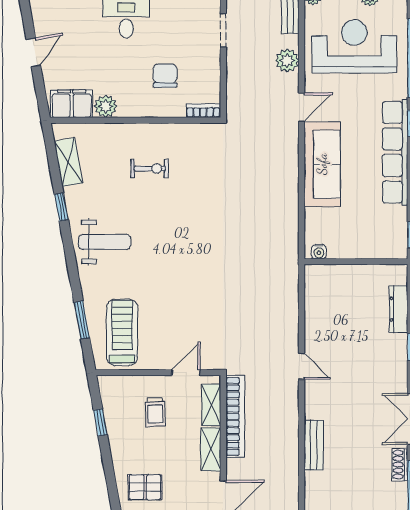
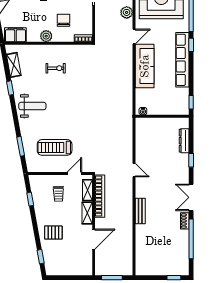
plant: (106, 106) -> (46, 36), moved
treadmill: (122, 332) -> (55, 147), moved, turned -90

